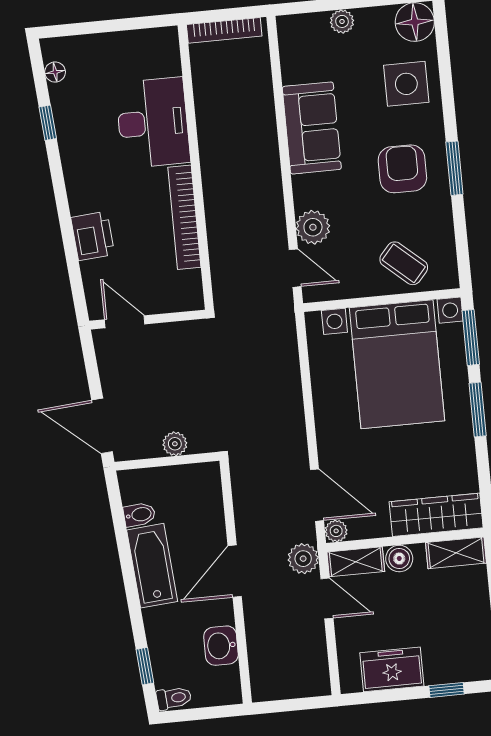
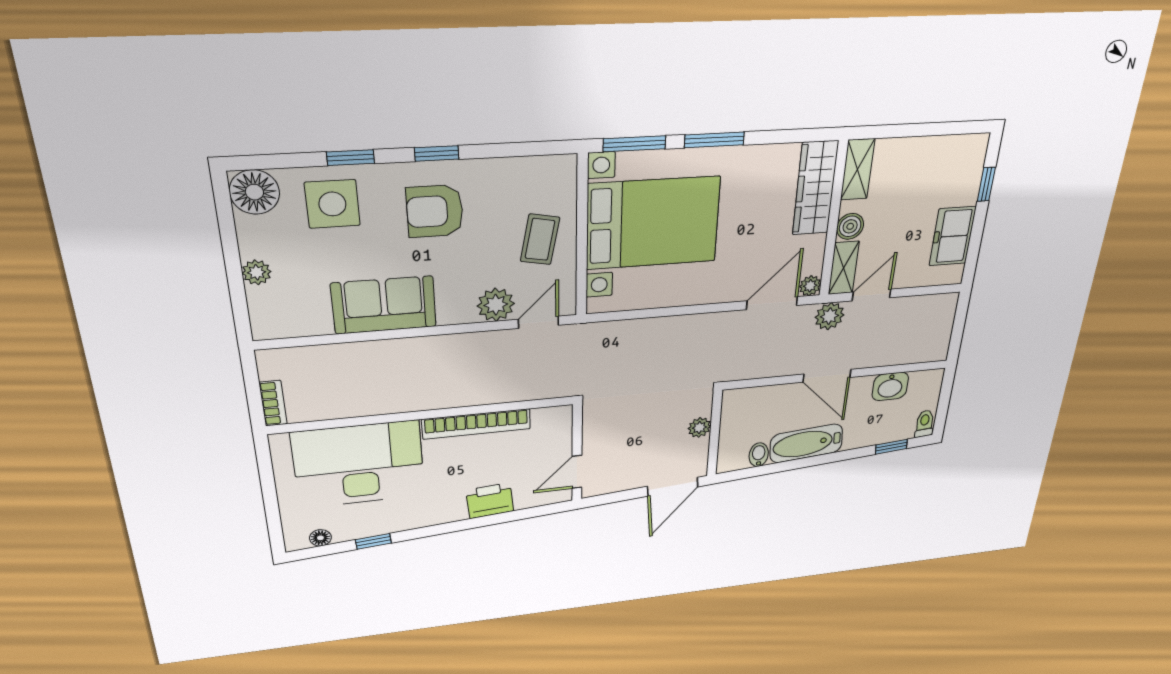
bookcase: (224, 30) -> (273, 403), width x0.64
window: (448, 98) -> (350, 158), added
desk: (153, 123) -> (359, 464), width x1.36, depth x1.30
window: (454, 168) -> (437, 153), width x0.67
coffee table: (404, 263) -> (540, 239), moved, turned -30

